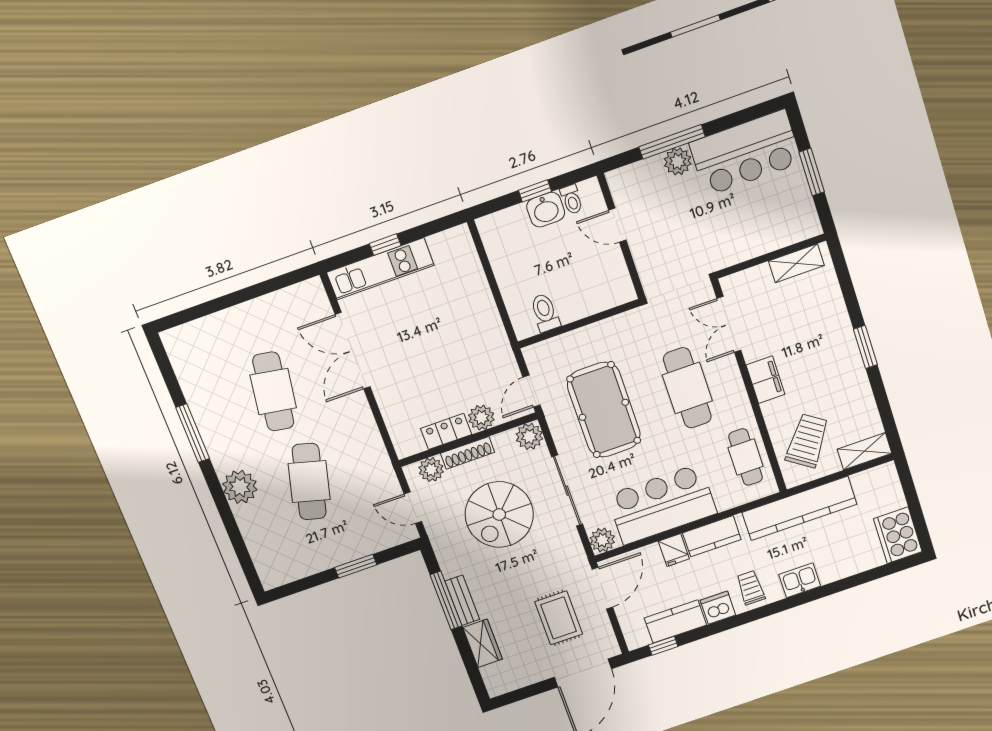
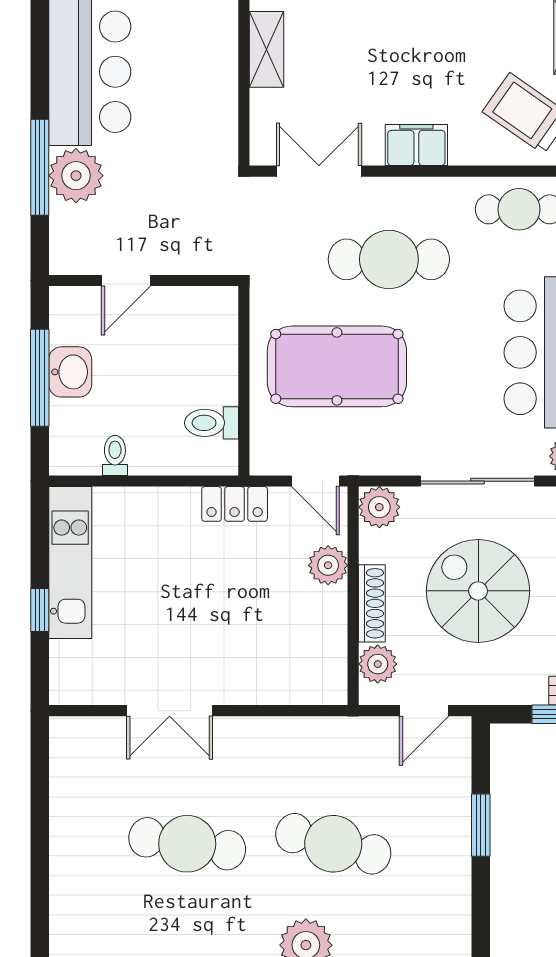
plant: (678, 161) -> (76, 176), width x1.36, depth x1.36
window: (535, 191) -> (40, 378), width x2.17
toilet: (572, 199) -> (115, 455), moved, turned -90
kitchen unit: (380, 269) -> (70, 563), moved
double door: (729, 324) -> (319, 171), swing flipped
double door: (353, 351) -> (170, 711), width x0.73
pool table: (604, 410) -> (337, 366), moved
locker: (446, 431) -> (235, 504), moved, turned -90
spiral stairs: (499, 515) -> (478, 591), turned 180

